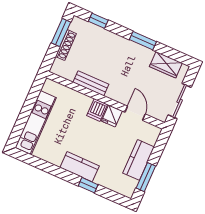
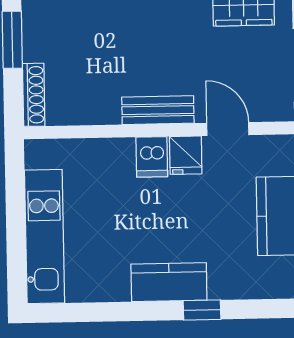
shoe rack: (66, 45) -> (34, 95), moved
bench: (91, 83) -> (158, 110), moved

